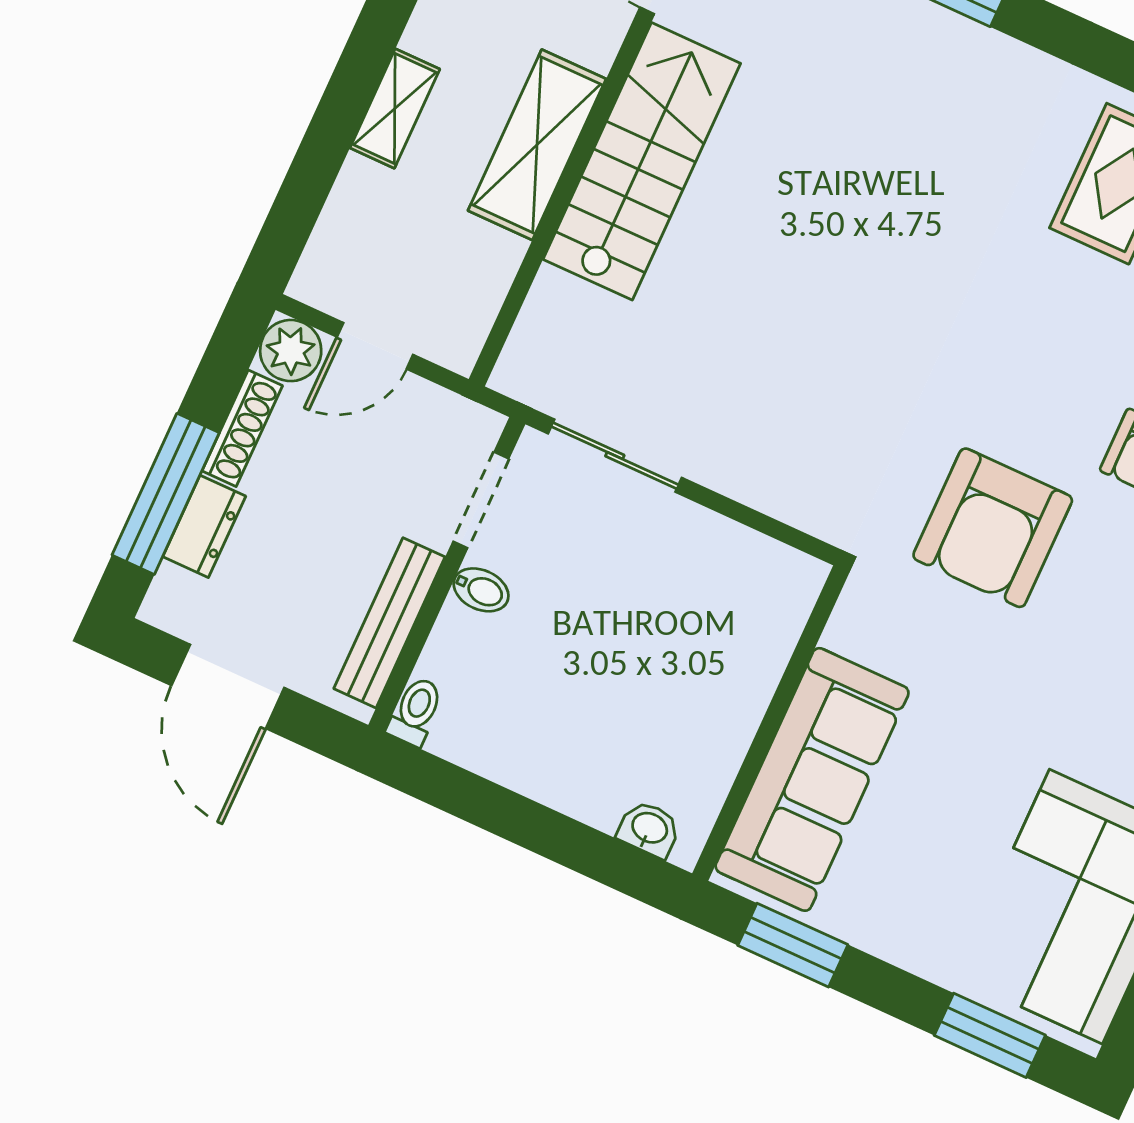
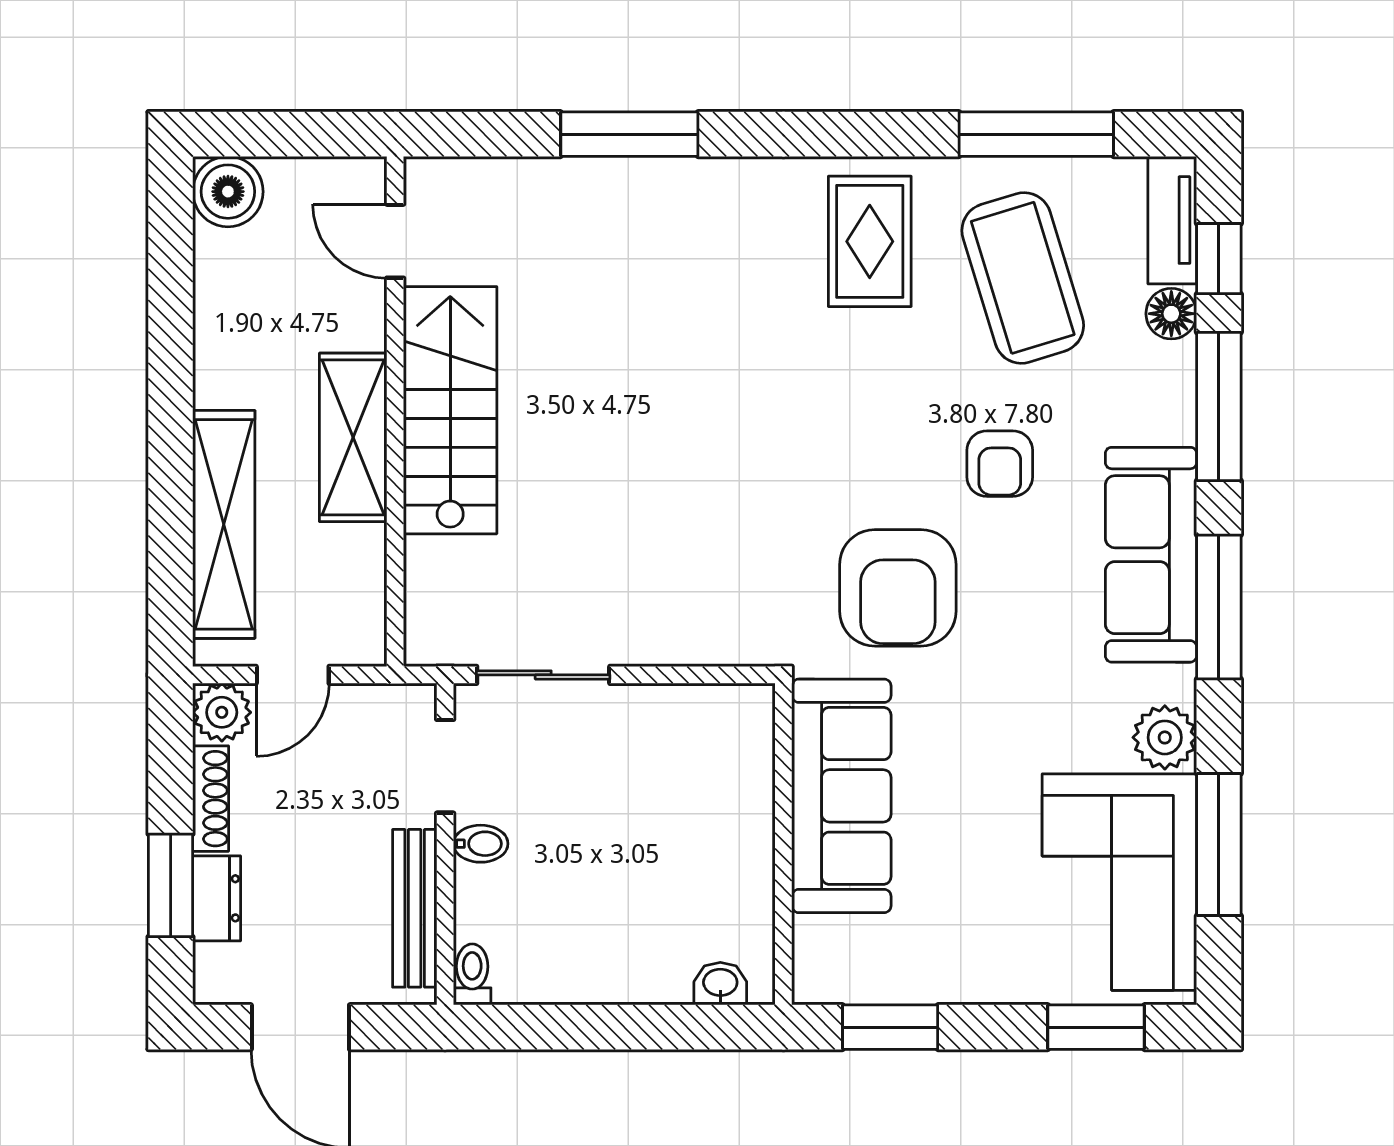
shelving: (395, 109) -> (224, 524), width x2.20, depth x1.33
window: (166, 494) -> (171, 885), width x0.69
sofa: (812, 779) -> (841, 796), moved

